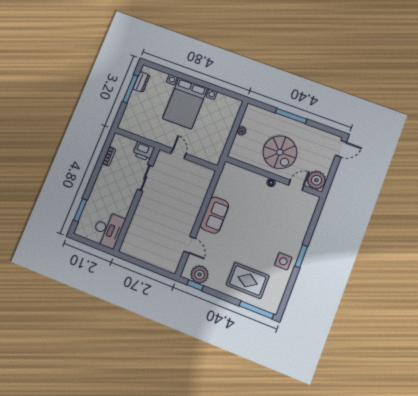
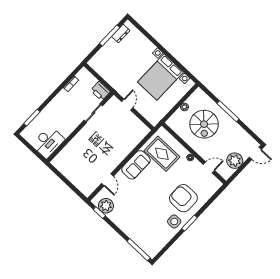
bed with nightstands: (185, 103) -> (161, 77), moved
spiral stairs: (280, 152) -> (204, 124), moved
plant: (316, 180) -> (235, 161), moved
armchair: (283, 231) -> (183, 198), added
rug: (248, 280) -> (162, 154), moved

